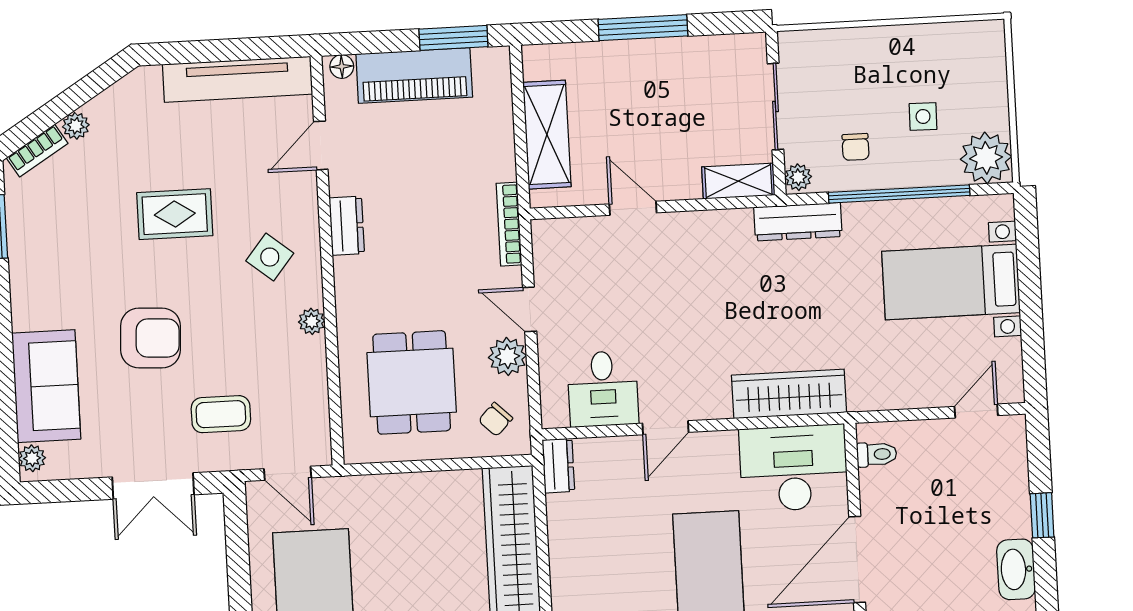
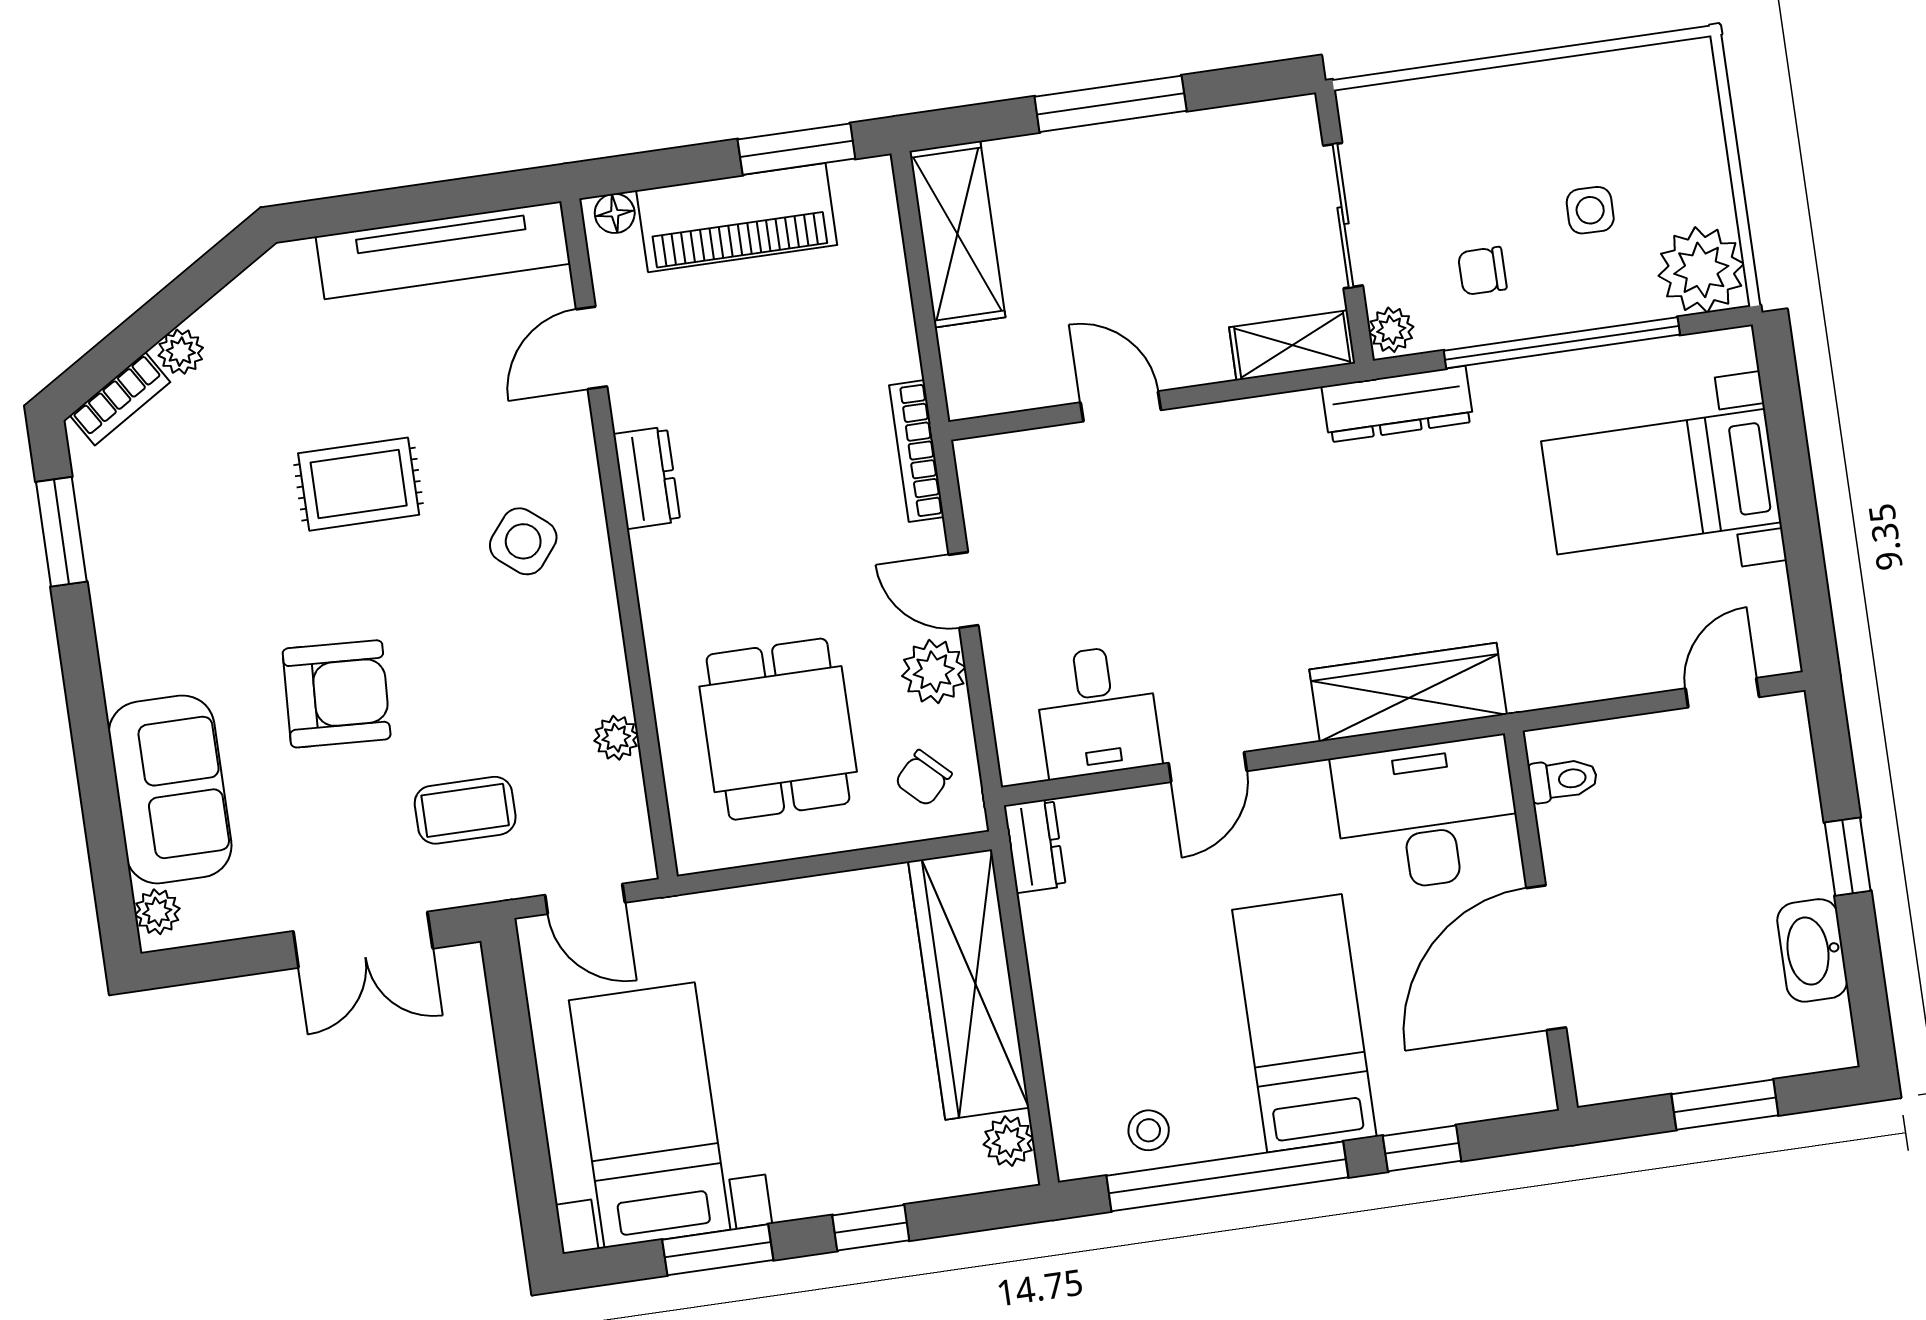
shelving: (547, 135) -> (957, 234), moved
chair: (856, 147) -> (1482, 271), turned 90
plant: (312, 321) -> (616, 738), moved

